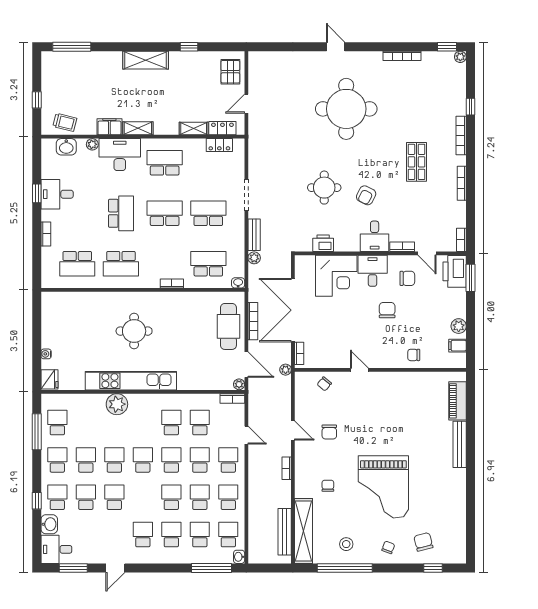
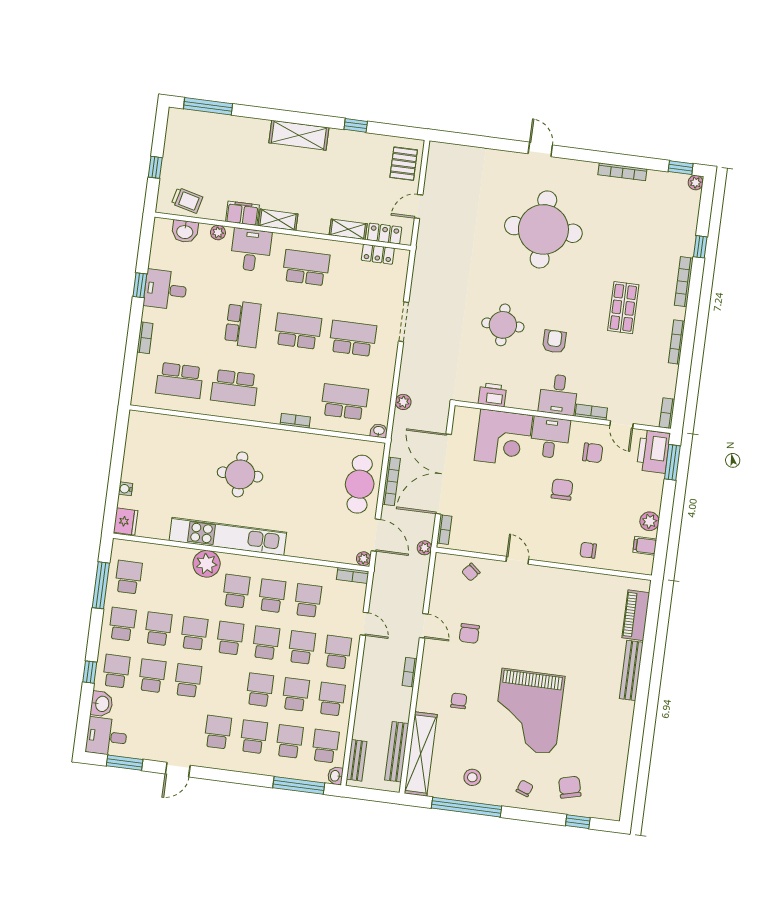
desk: (120, 155) -> (251, 250), width x0.73
armchair: (366, 195) -> (554, 342), turned 153
bench: (254, 235) -> (357, 760), moved
school desk: (143, 423) -> (236, 591), added

